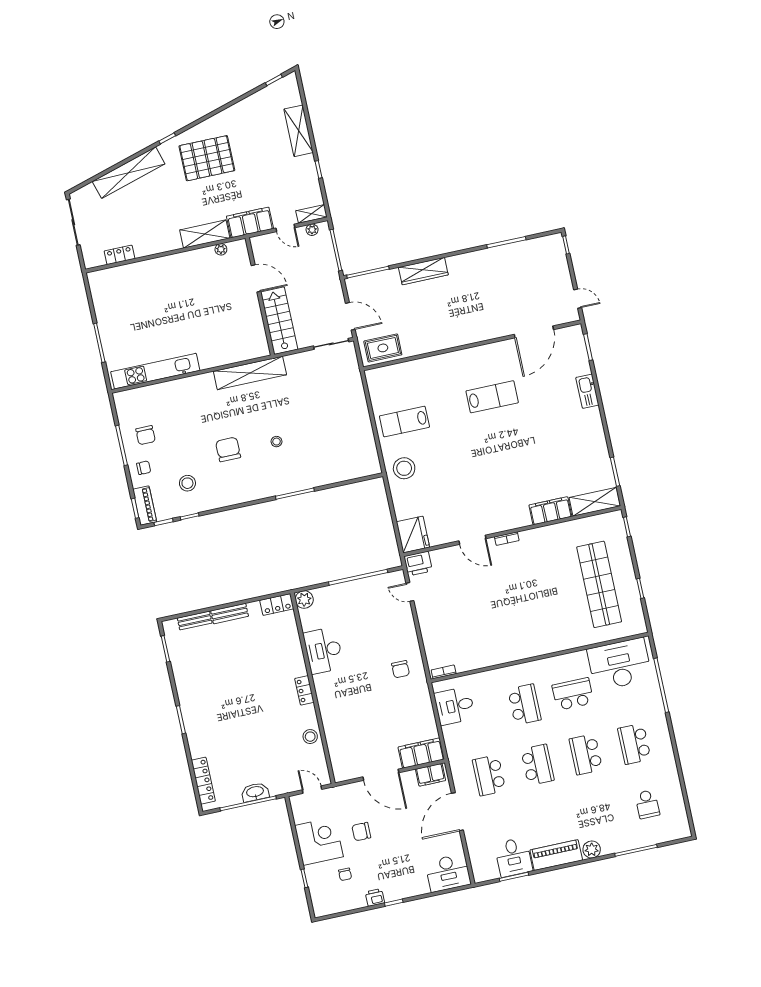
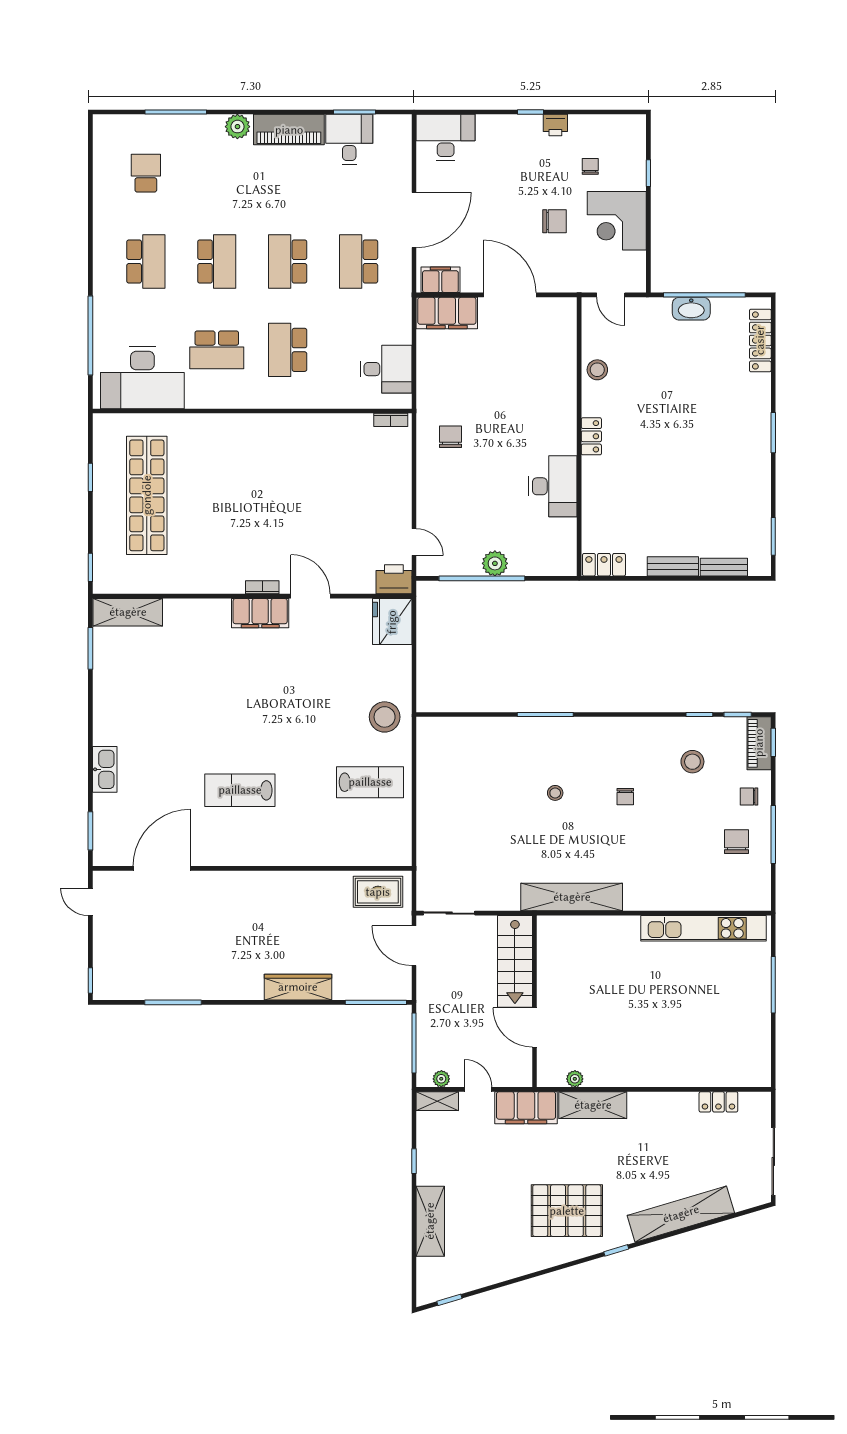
chair: (228, 449) -> (625, 797), width x0.54, depth x0.54
filing cabinet: (550, 511) -> (260, 613), moved
plant: (304, 600) -> (495, 563), moved
school desk: (489, 775) -> (359, 261), turned 180

